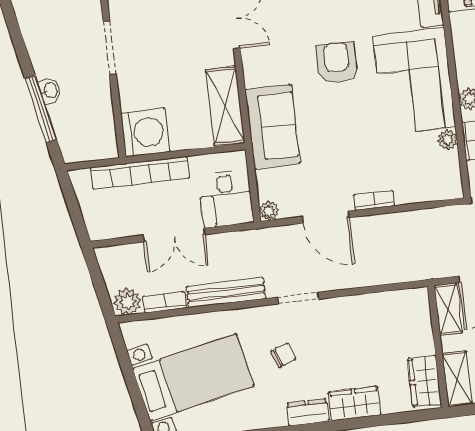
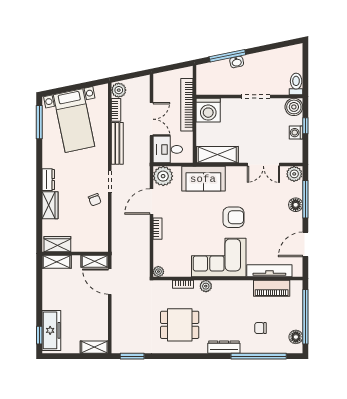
plant: (447, 140) -> (158, 272), moved
plant: (269, 211) -> (163, 176), width x1.88, depth x1.88
double door: (174, 235) -> (151, 119), swing flipped
chair: (283, 355) -> (95, 200), moved

